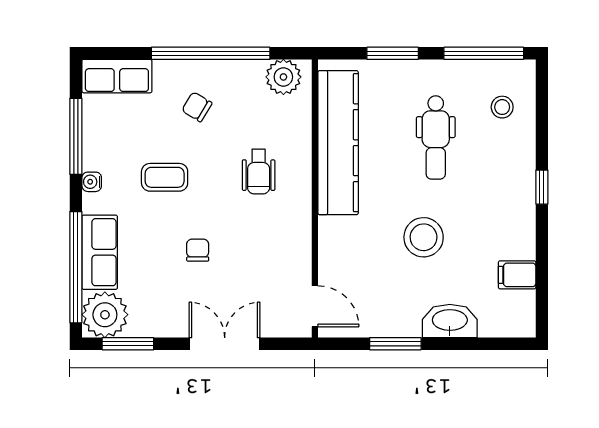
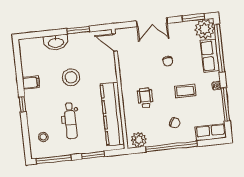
dental chair: (436, 138) -> (71, 121), turned 180
filing cabinet: (517, 275) -> (31, 83), moved

